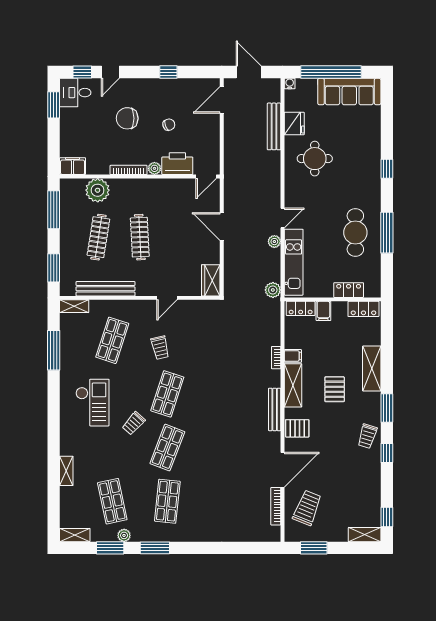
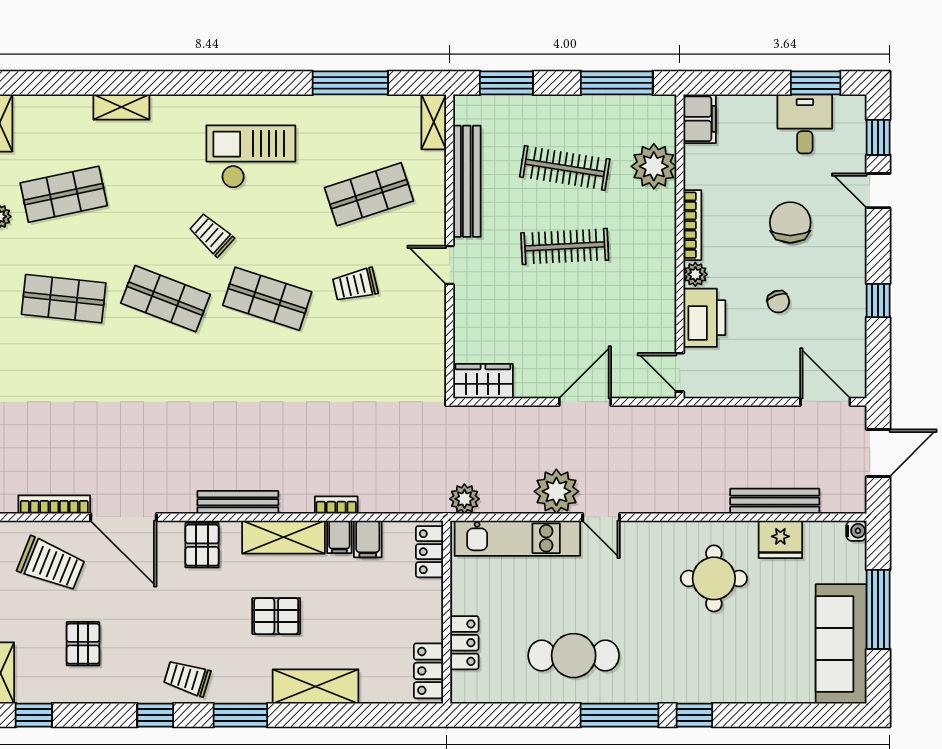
window: (331, 72) -> (878, 609), width x0.68
desk: (75, 93) -> (805, 124), moved
window: (387, 233) -> (620, 715), moved
plant: (274, 242) -> (556, 491), width x1.87, depth x1.87
door: (167, 298) -> (450, 265), moved
filing cabinet: (323, 311) -> (368, 539), moved, turned -90
shop shelf: (112, 340) -> (369, 194), turned -36
checkout: (92, 403) -> (251, 157), turned 180
pallet: (349, 491) -> (83, 644), added

